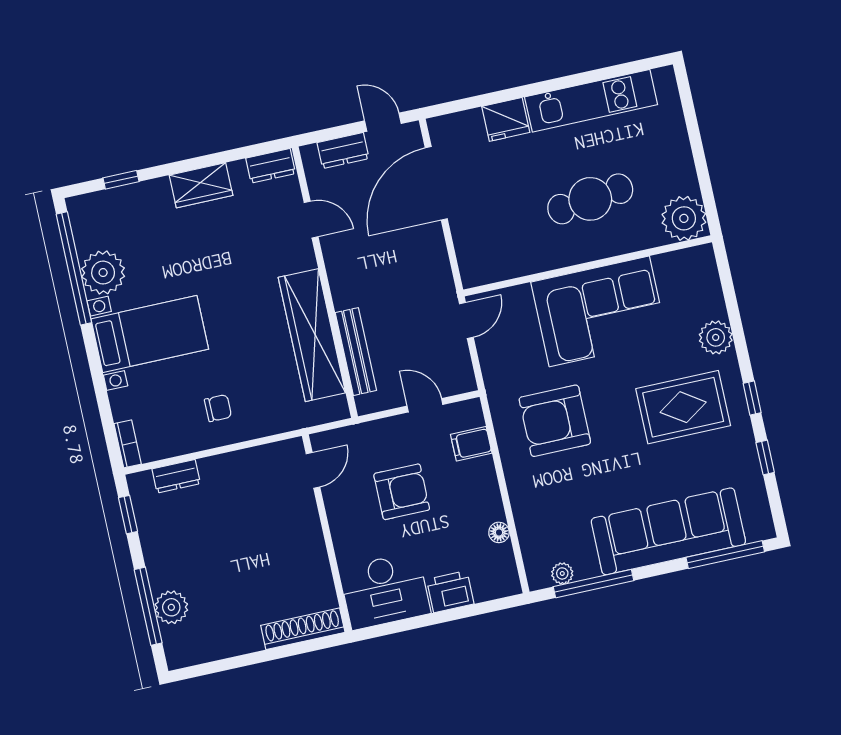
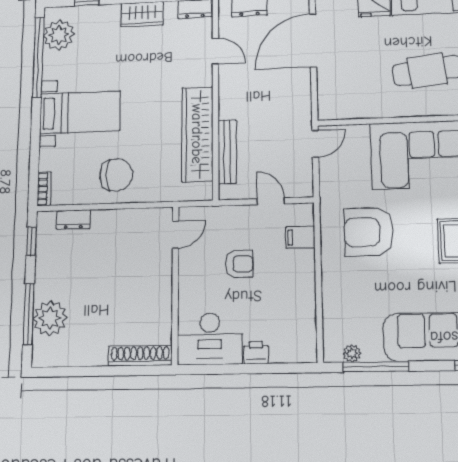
plant: (103, 273) -> (59, 35), moved
chair: (218, 408) -> (116, 175), width x1.87, depth x1.87
armchair: (402, 492) -> (239, 264), width x0.72, depth x0.72
floor lamp: (499, 532) -> (308, 311), removed
printer: (450, 592) -> (256, 353), width x0.73, depth x0.81
plant: (171, 607) -> (50, 318), width x1.36, depth x1.36

